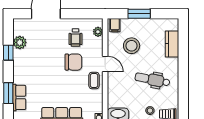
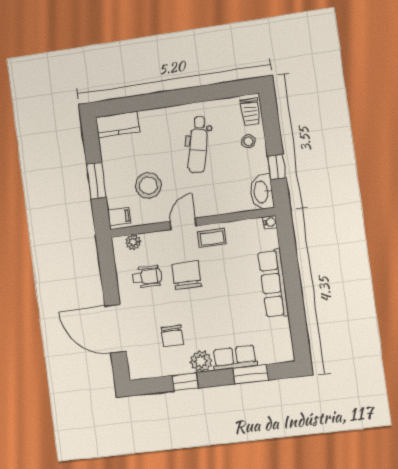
plant: (20, 42) -> (201, 361), moved
kitchen counter: (172, 44) -> (118, 125), moved
chair: (37, 48) -> (172, 336), added
row of seats: (19, 97) -> (235, 358), moved

